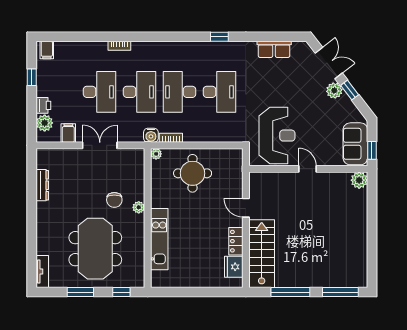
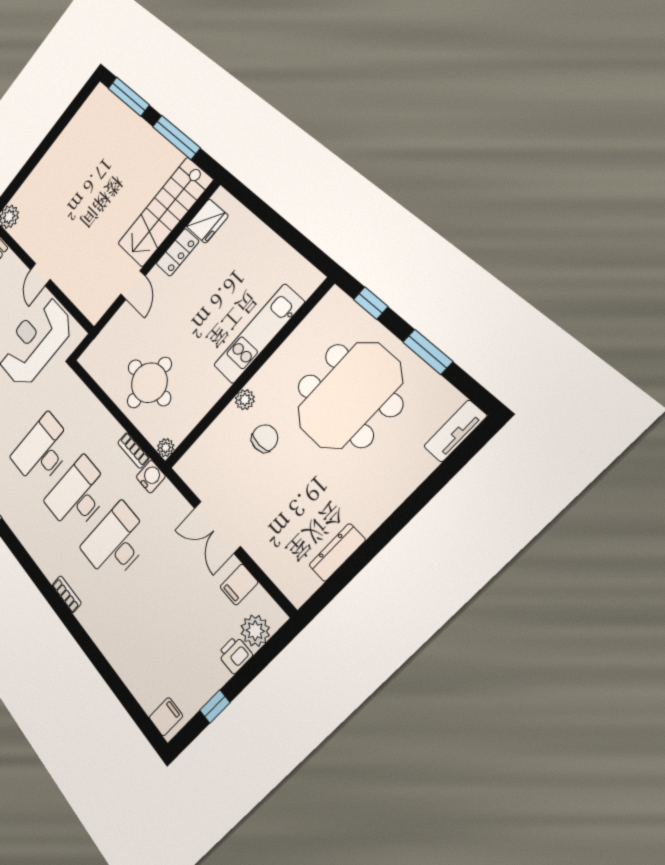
bookcase: (119, 46) -> (67, 594), moved
desk: (100, 92) -> (157, 594), removed
desk: (180, 92) -> (78, 495), turned 180

